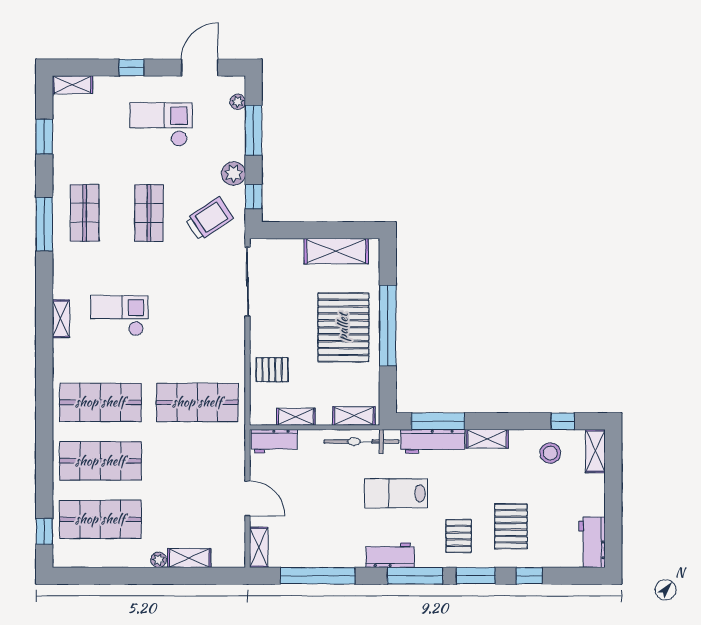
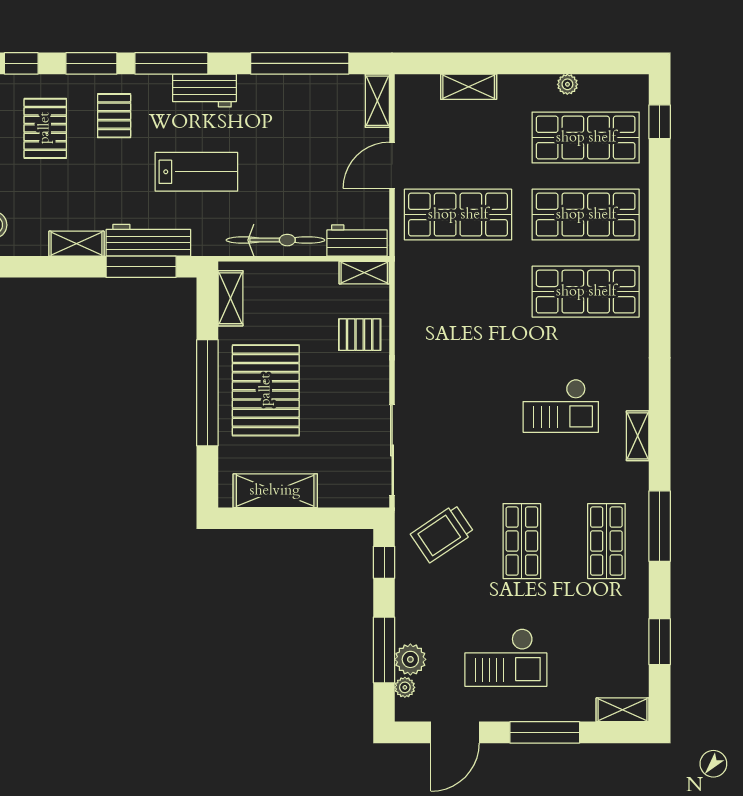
window: (132, 68) -> (545, 732), width x2.17
plant: (234, 174) -> (410, 659), moved
shelving: (61, 319) -> (638, 436), moved
shop shelf: (197, 402) -> (458, 215), moved
shelving: (354, 416) -> (230, 298), moved, turned 90
shelving: (296, 417) -> (364, 273), moved
bicycle: (361, 442) -> (275, 240), moved
door: (247, 498) -> (392, 165), hinge flipped
plant: (159, 560) -> (567, 84), moved

